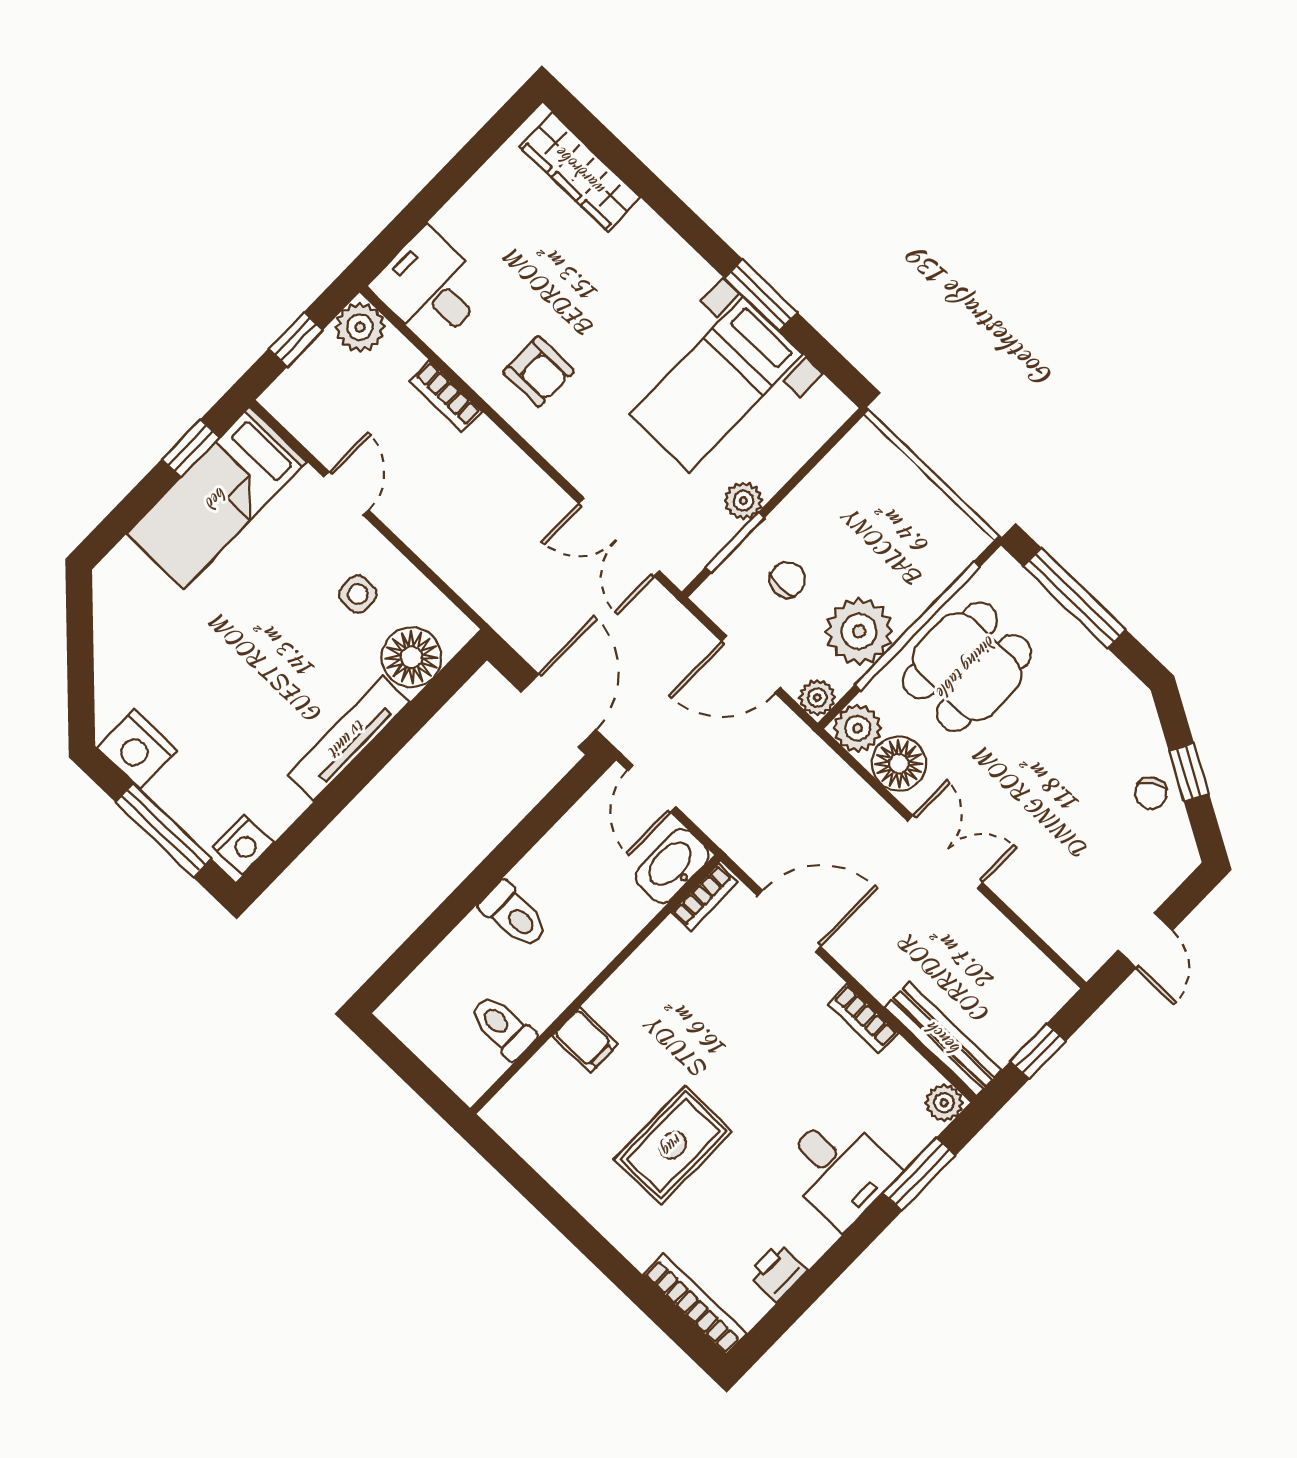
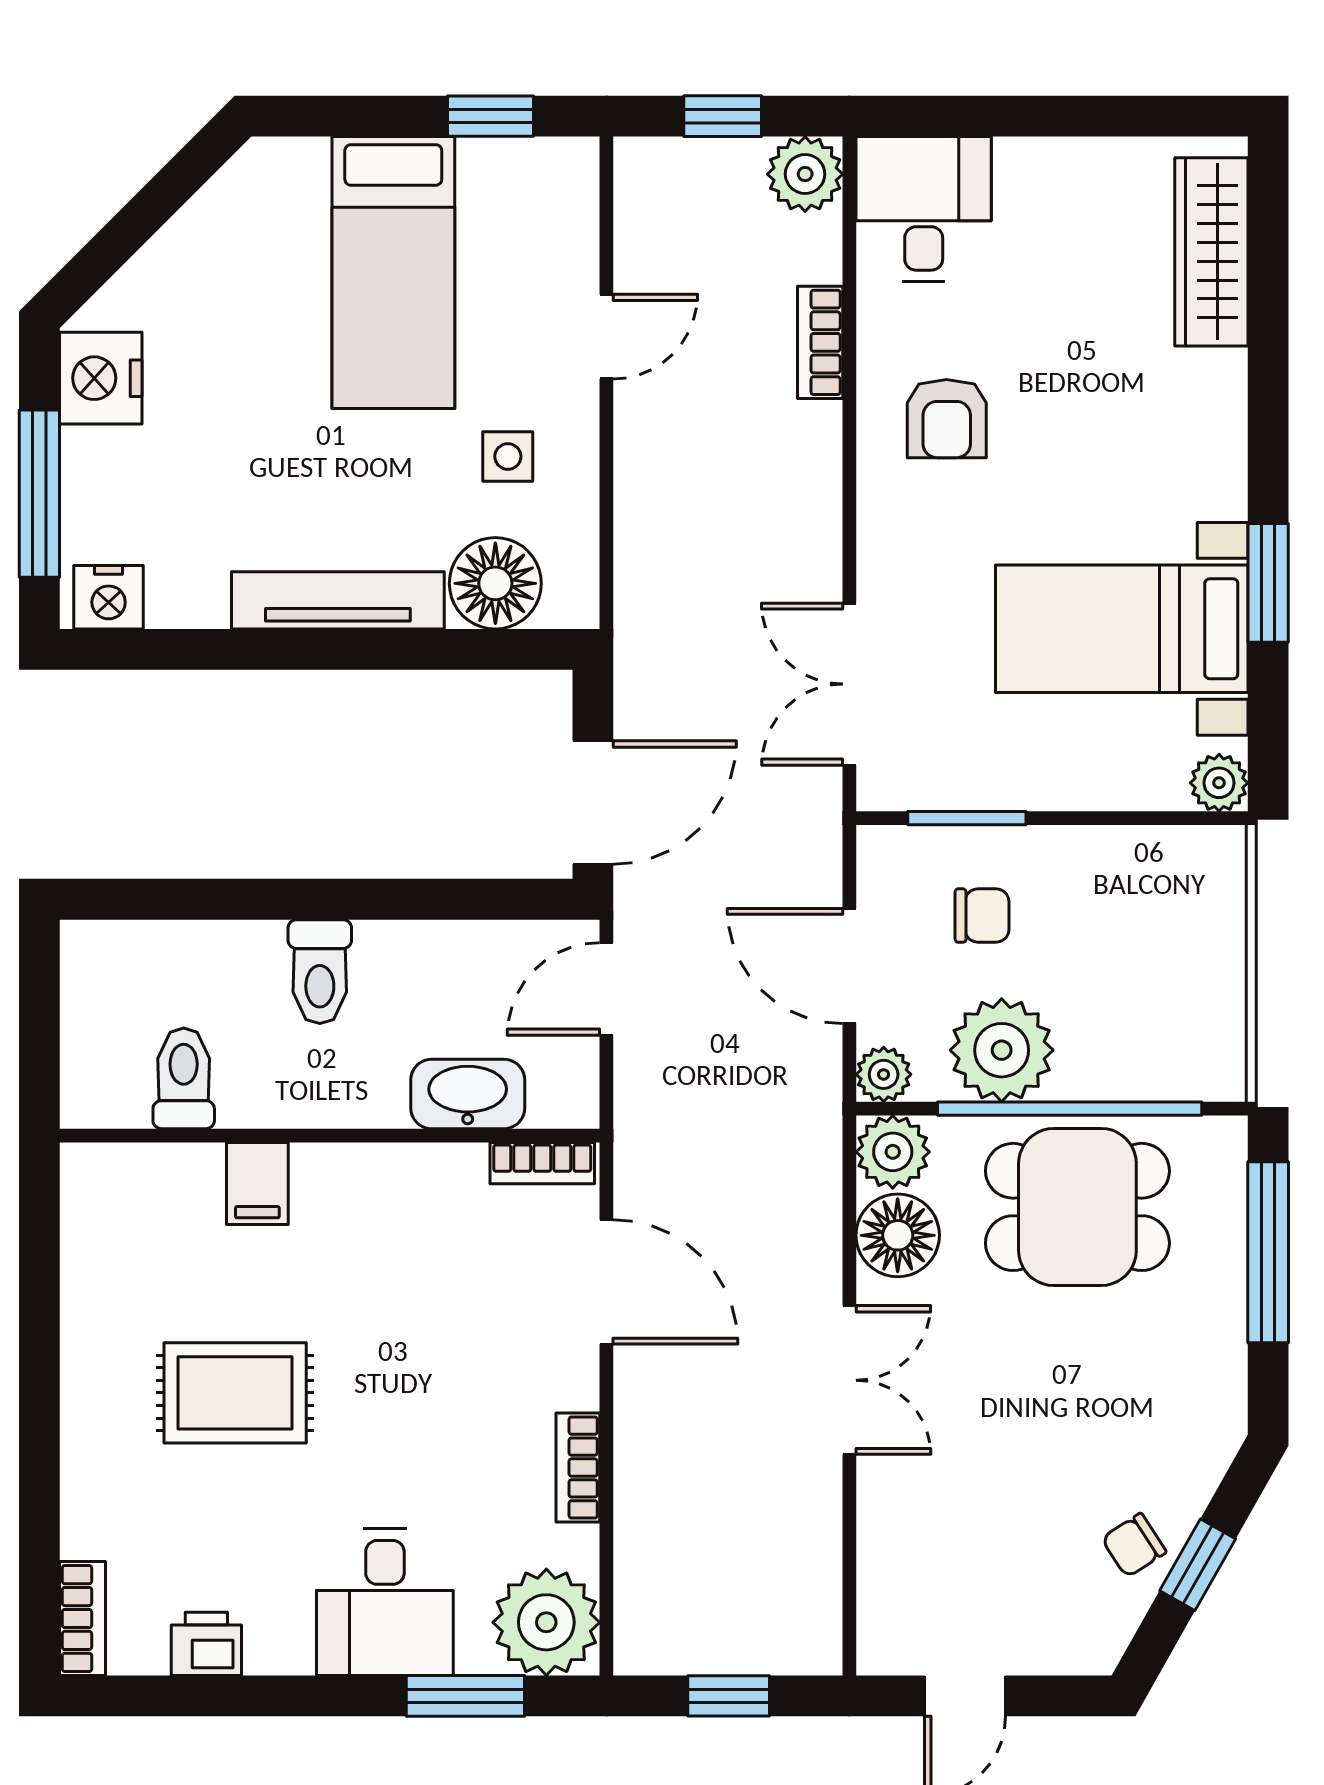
bed: (217, 498) -> (393, 272), moved, turned -90
plant: (743, 501) -> (1219, 783), moved
washbasin: (672, 866) -> (468, 1094), moved
bench: (943, 1039) -> (641, 1578), removed
plant: (944, 1103) -> (546, 1622), width x1.88, depth x1.88
bookcase: (695, 1304) -> (82, 1618), width x0.64

